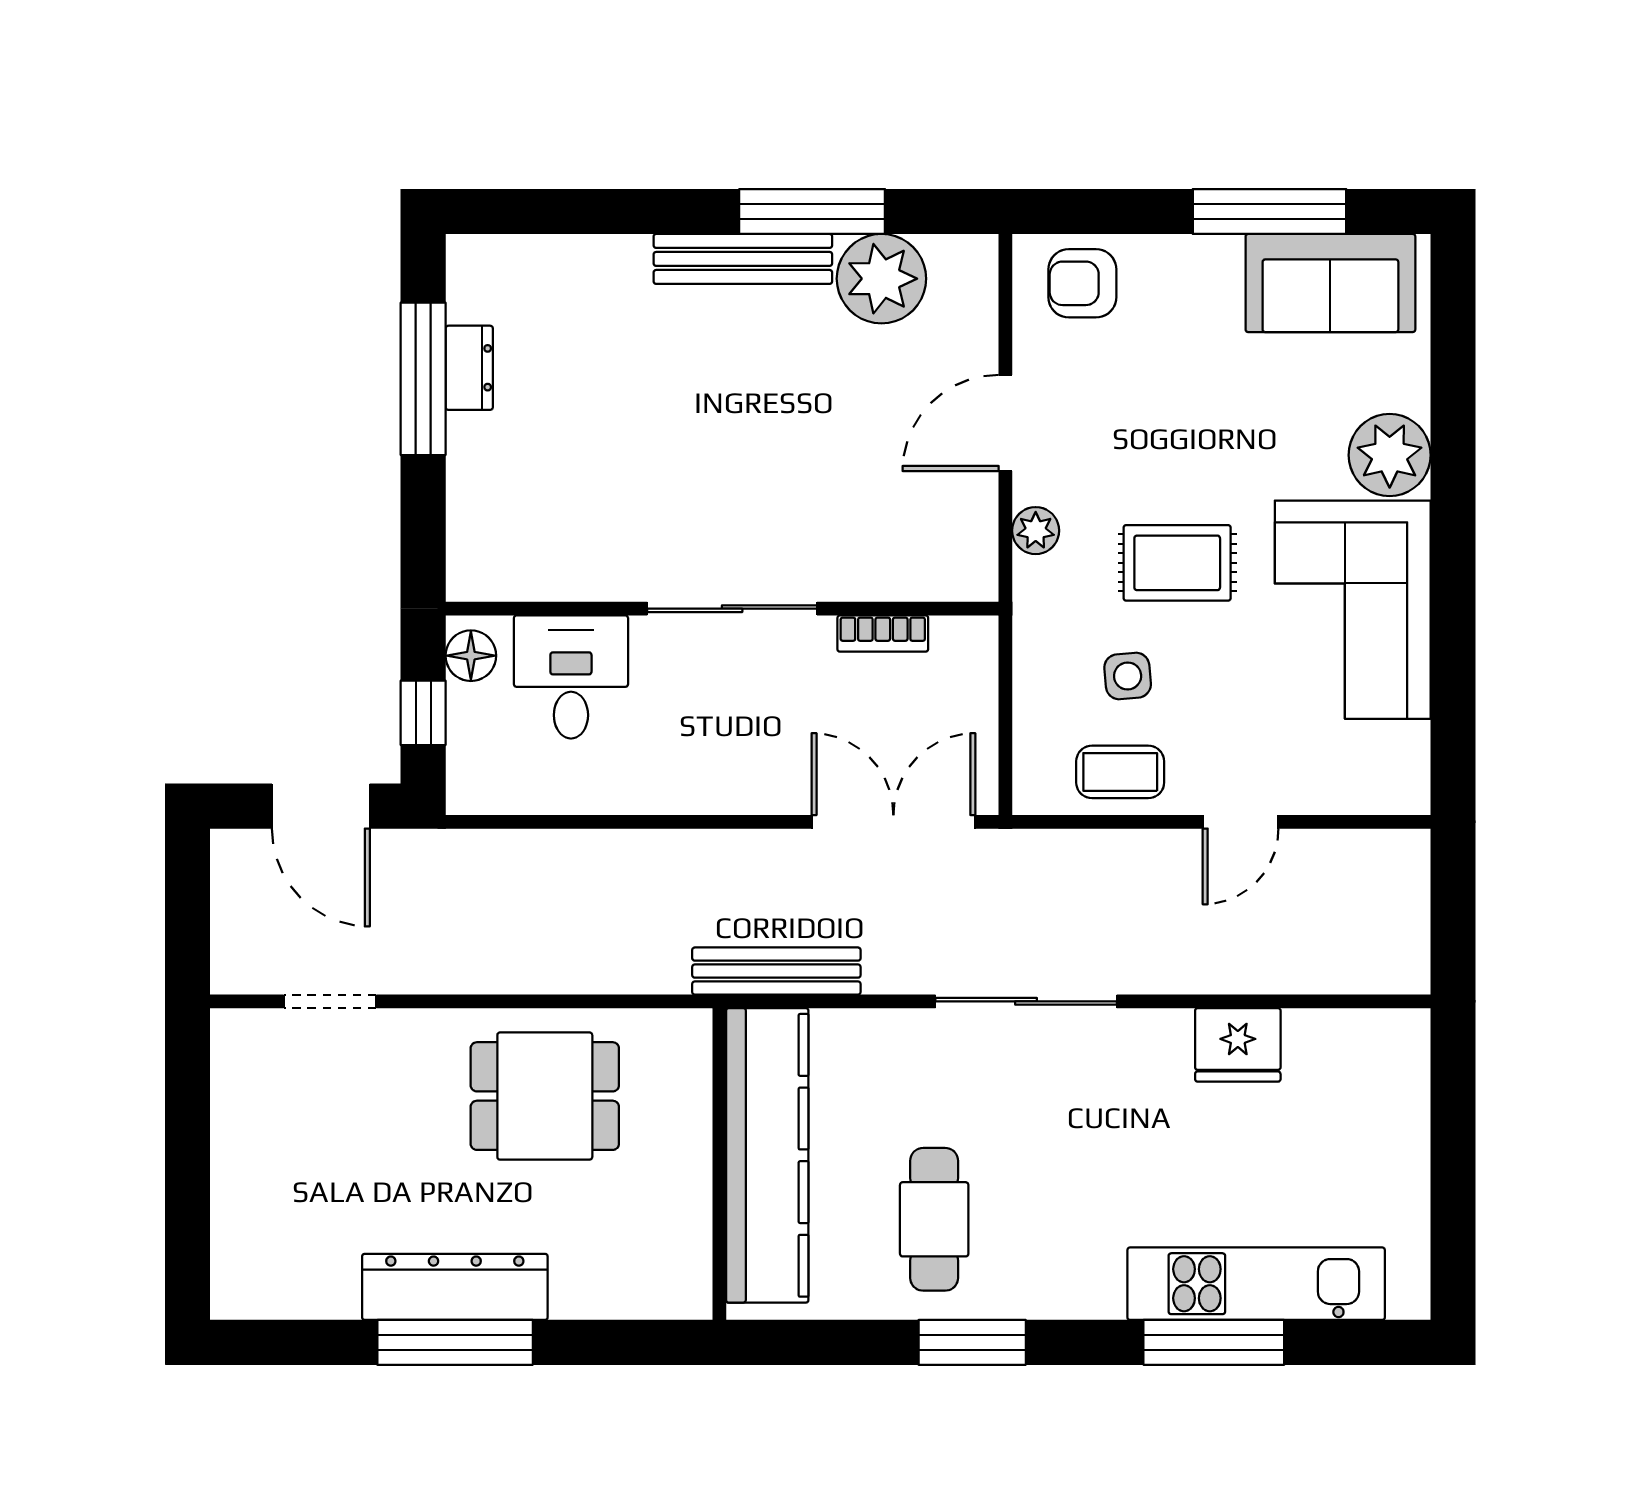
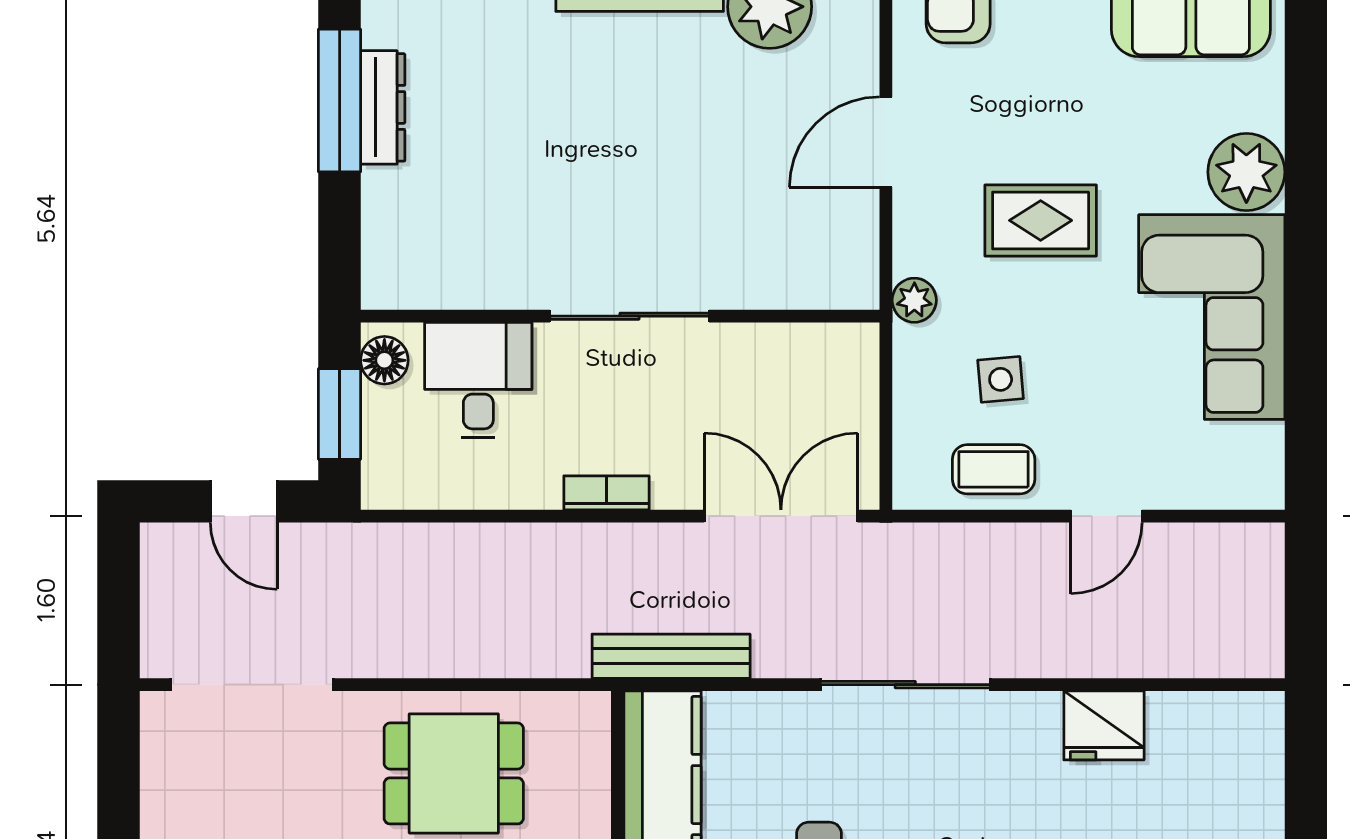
dresser: (469, 368) -> (383, 107), width x1.44
plant: (1036, 531) -> (914, 300), moved
rug: (1177, 563) -> (1041, 220), moved
bookcase: (883, 634) -> (606, 493), moved, turned 180
window: (423, 713) -> (340, 414), width x1.50
door: (321, 806) -> (244, 501), width x0.73
doorway: (330, 1001) -> (252, 685), width x1.88

